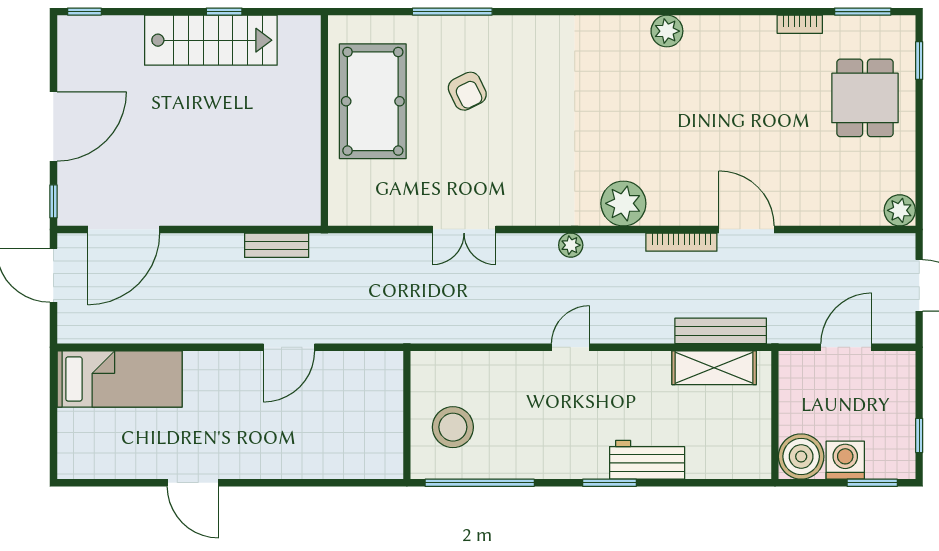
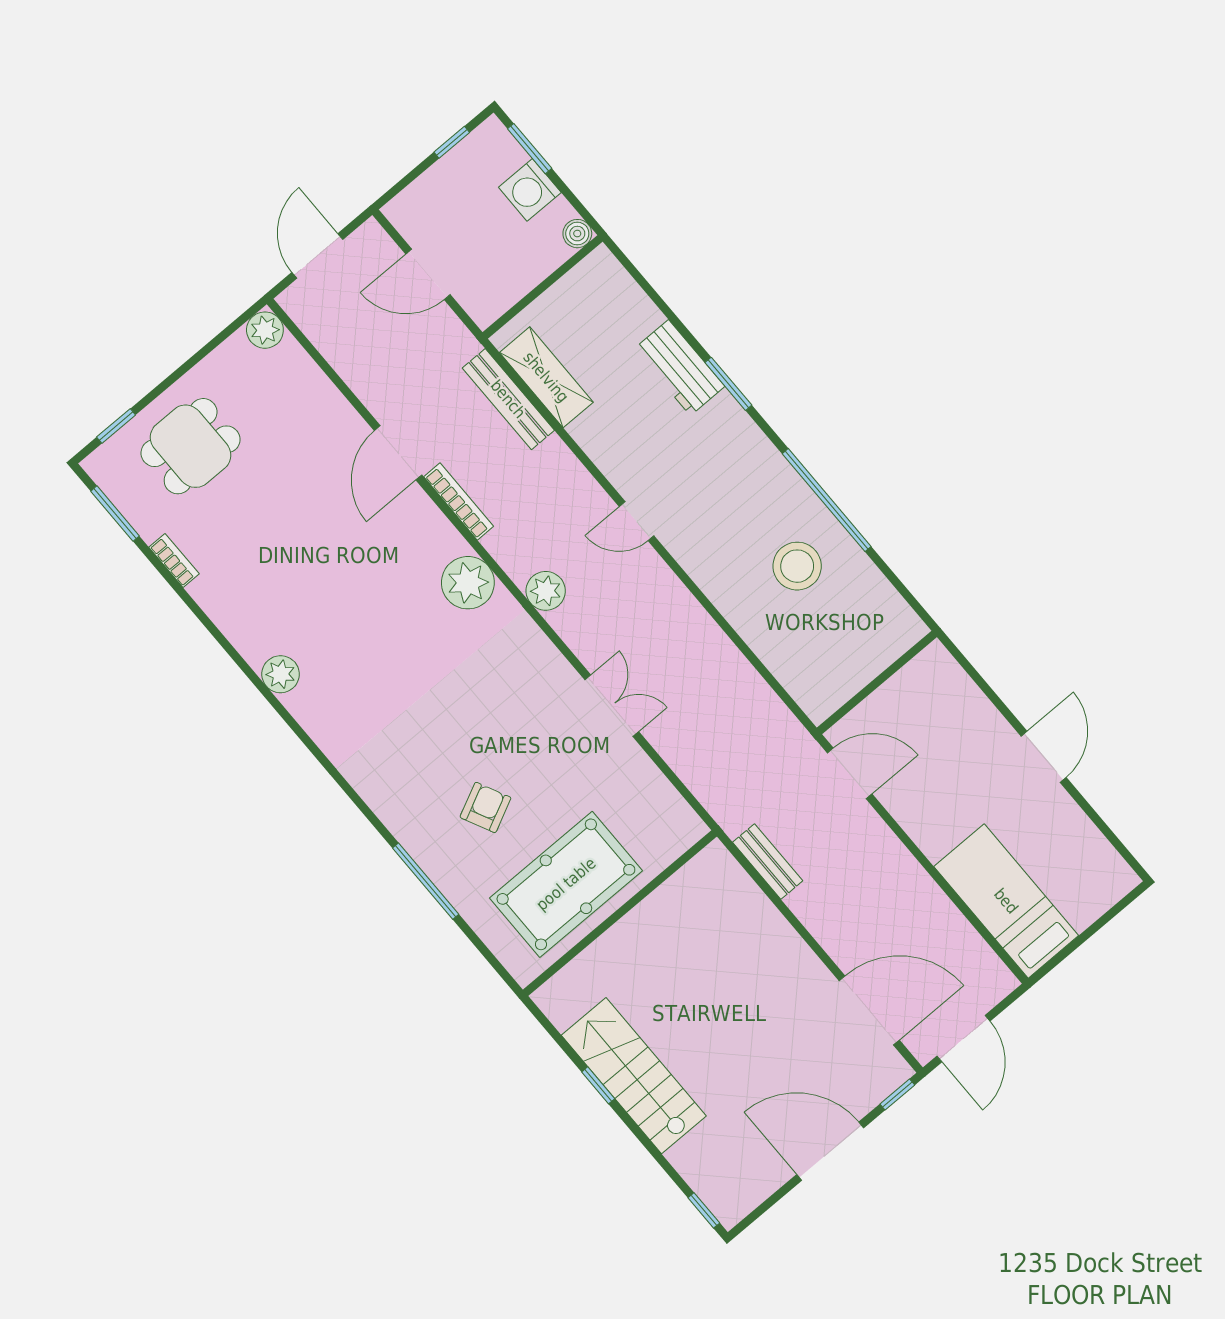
plant: (571, 245) -> (546, 591), width x1.38, depth x1.38
wall: (407, 415) -> (877, 682), moved
boiler: (801, 456) -> (577, 234), width x0.54, depth x0.54

